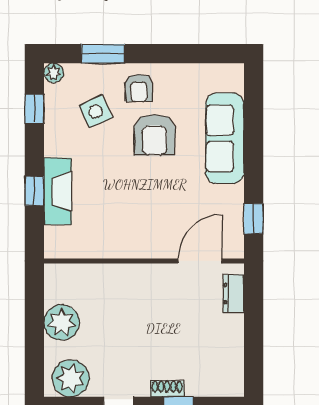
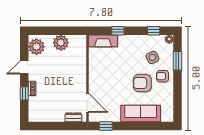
fireplace: (58, 191) -> (103, 41), moved

